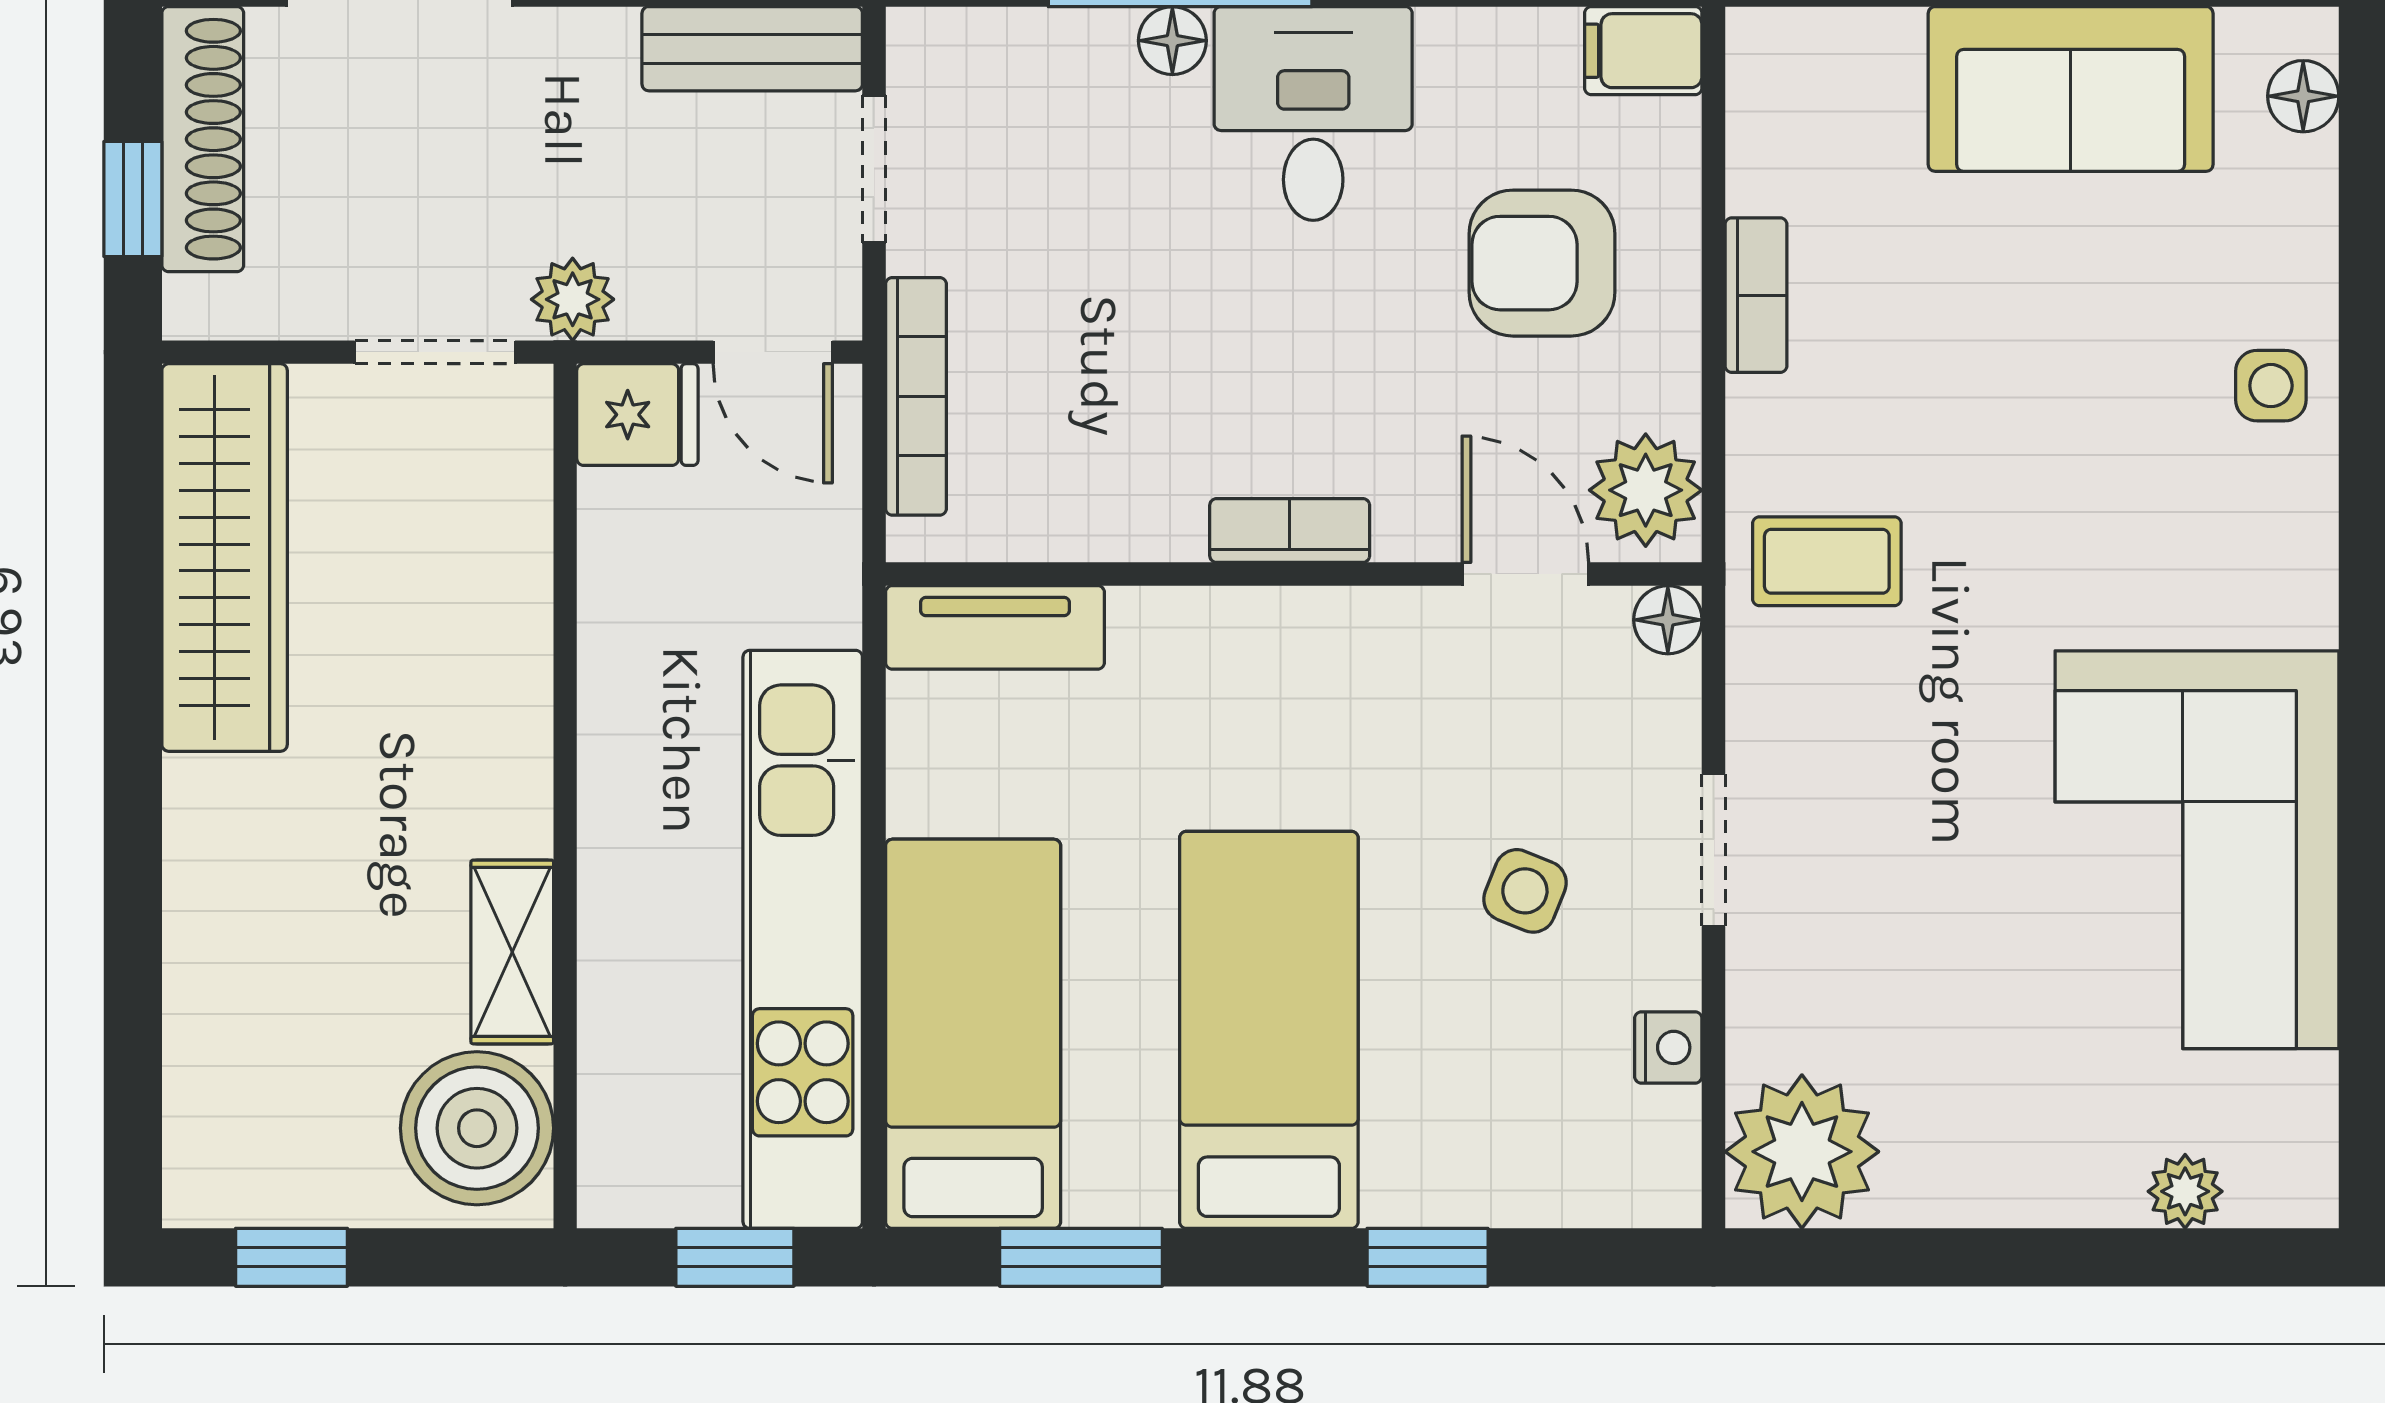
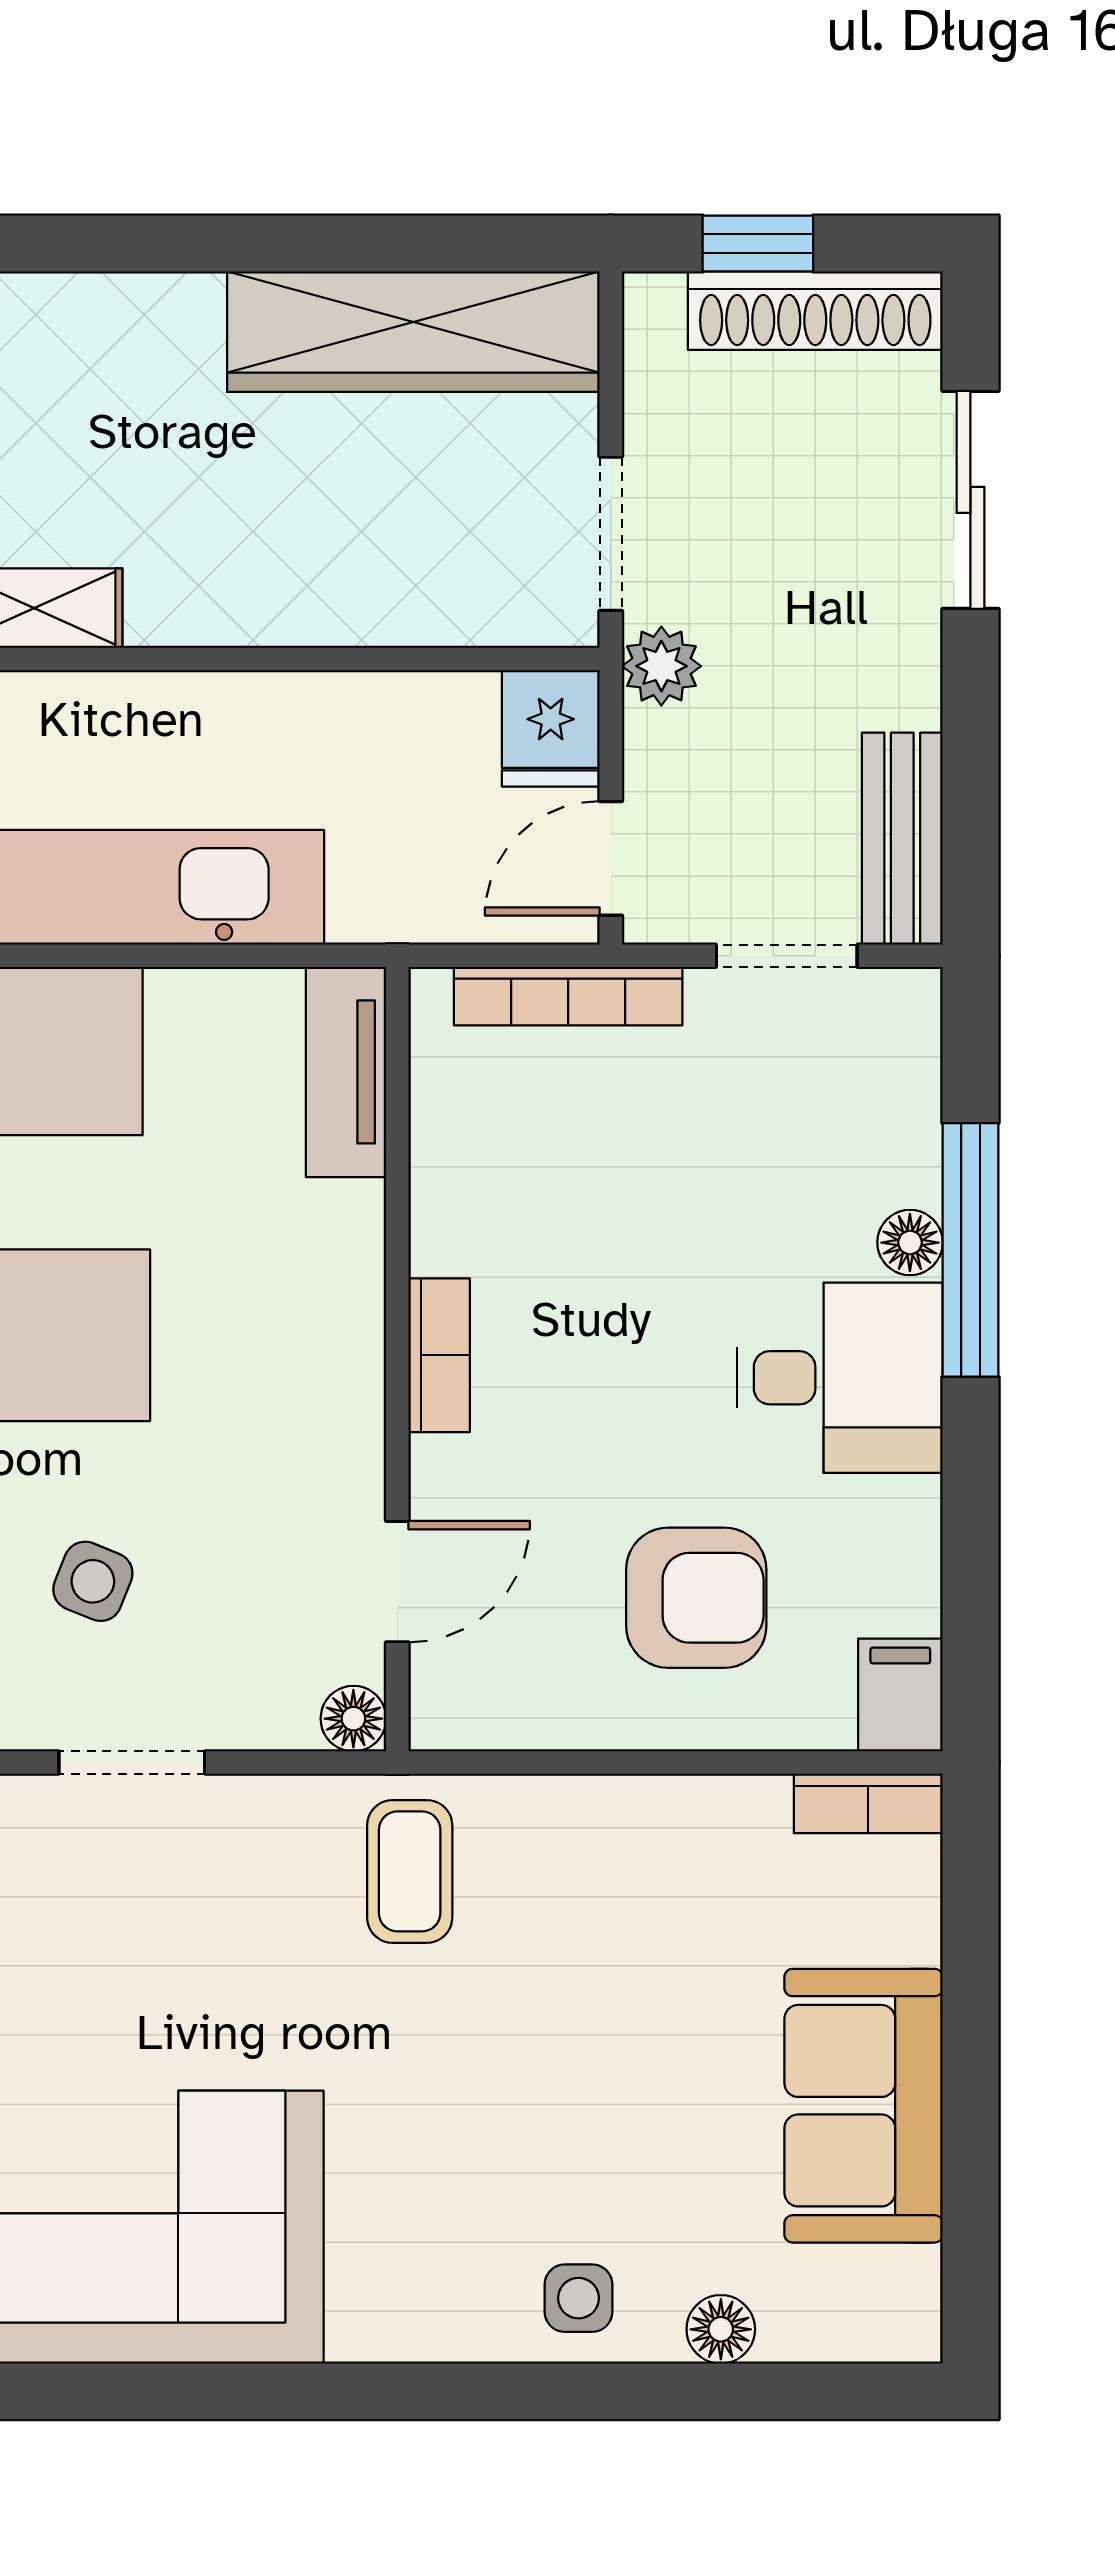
floor lamp: (2303, 96) -> (721, 2329), moved
armchair: (1542, 263) -> (696, 1598), turned 90
bookcase: (1756, 295) -> (868, 1803), moved
plant: (1646, 490) -> (478, 1697), removed

